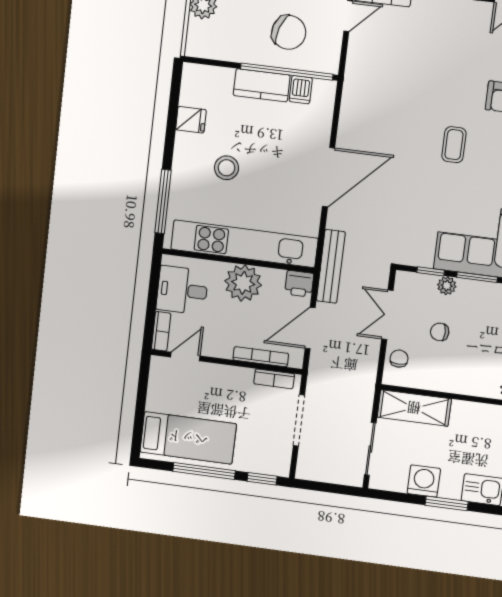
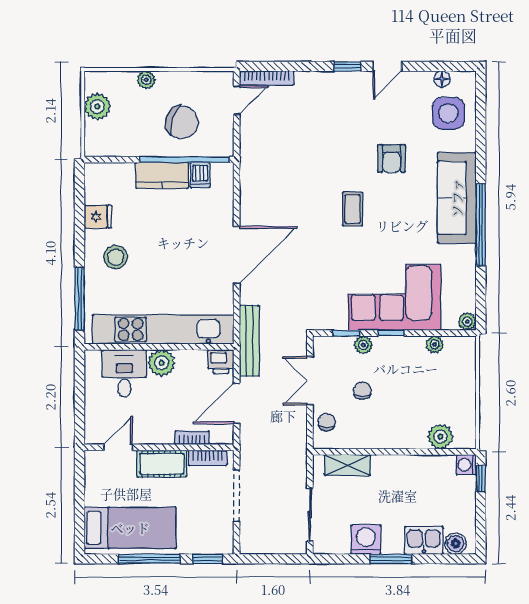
stool: (227, 168) -> (116, 257), moved
window: (477, 277) -> (391, 333), width x0.67
plant: (243, 283) -> (162, 363), width x0.73, depth x0.73
desk: (182, 290) -> (124, 373), moved, turned 90
bookcase: (161, 331) -> (92, 426), removed
chair: (440, 332) -> (362, 391), turned 90
bookcase: (261, 357) -> (192, 438), width x0.64
cot: (227, 378) -> (162, 464), added
shelving: (414, 408) -> (347, 465), width x0.67, depth x0.75

